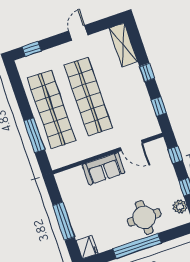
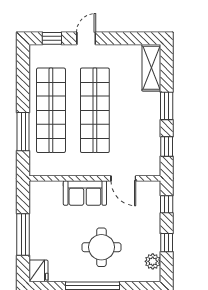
door: (78, 33) -> (86, 38), moved
window: (147, 72) -> (167, 106), width x1.50
round table: (144, 217) -> (101, 247), moved

